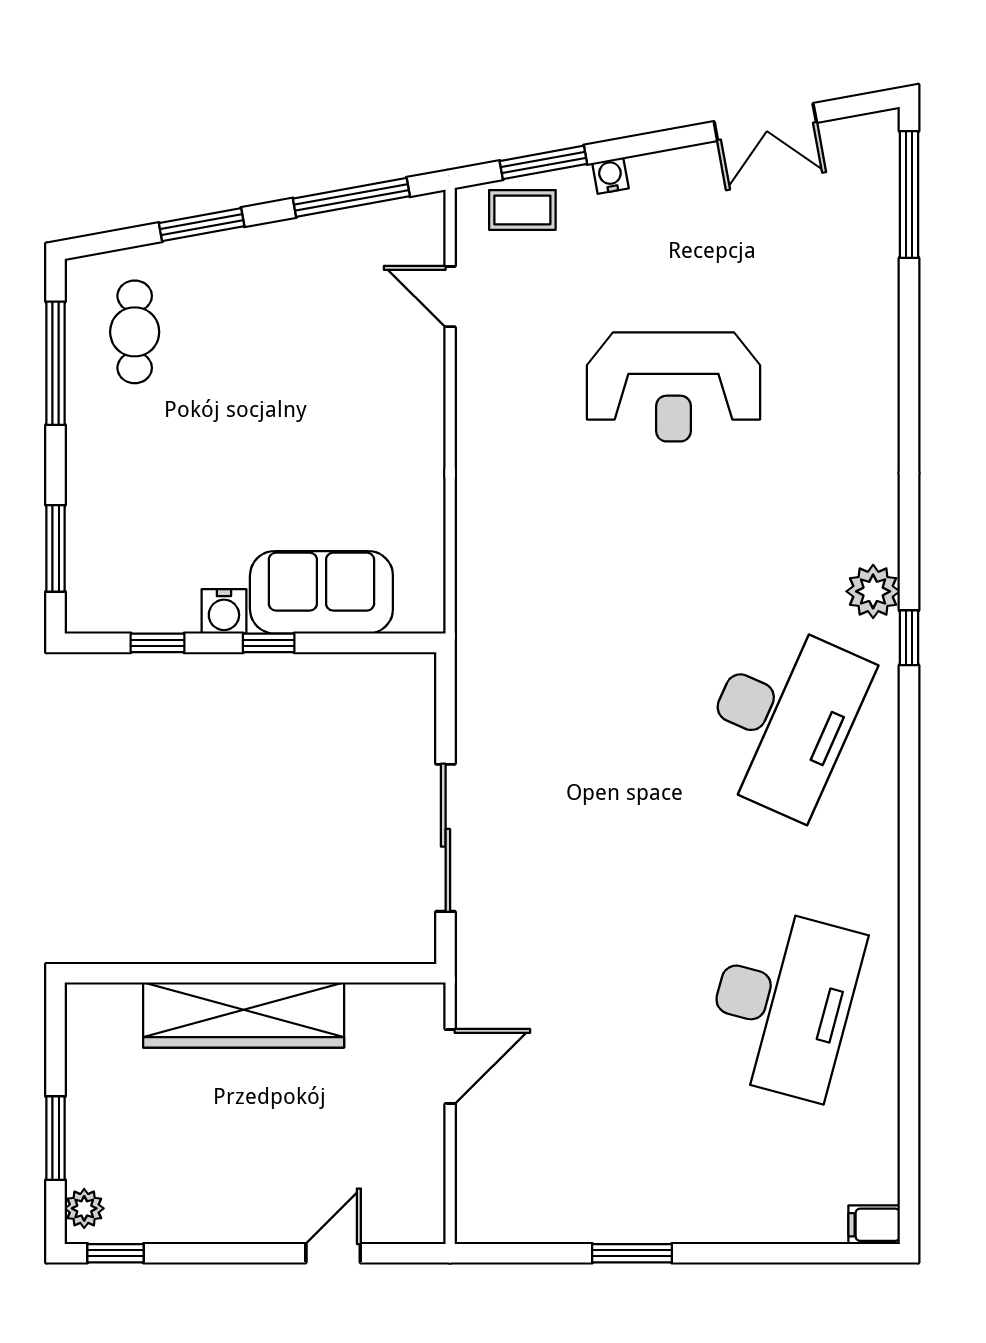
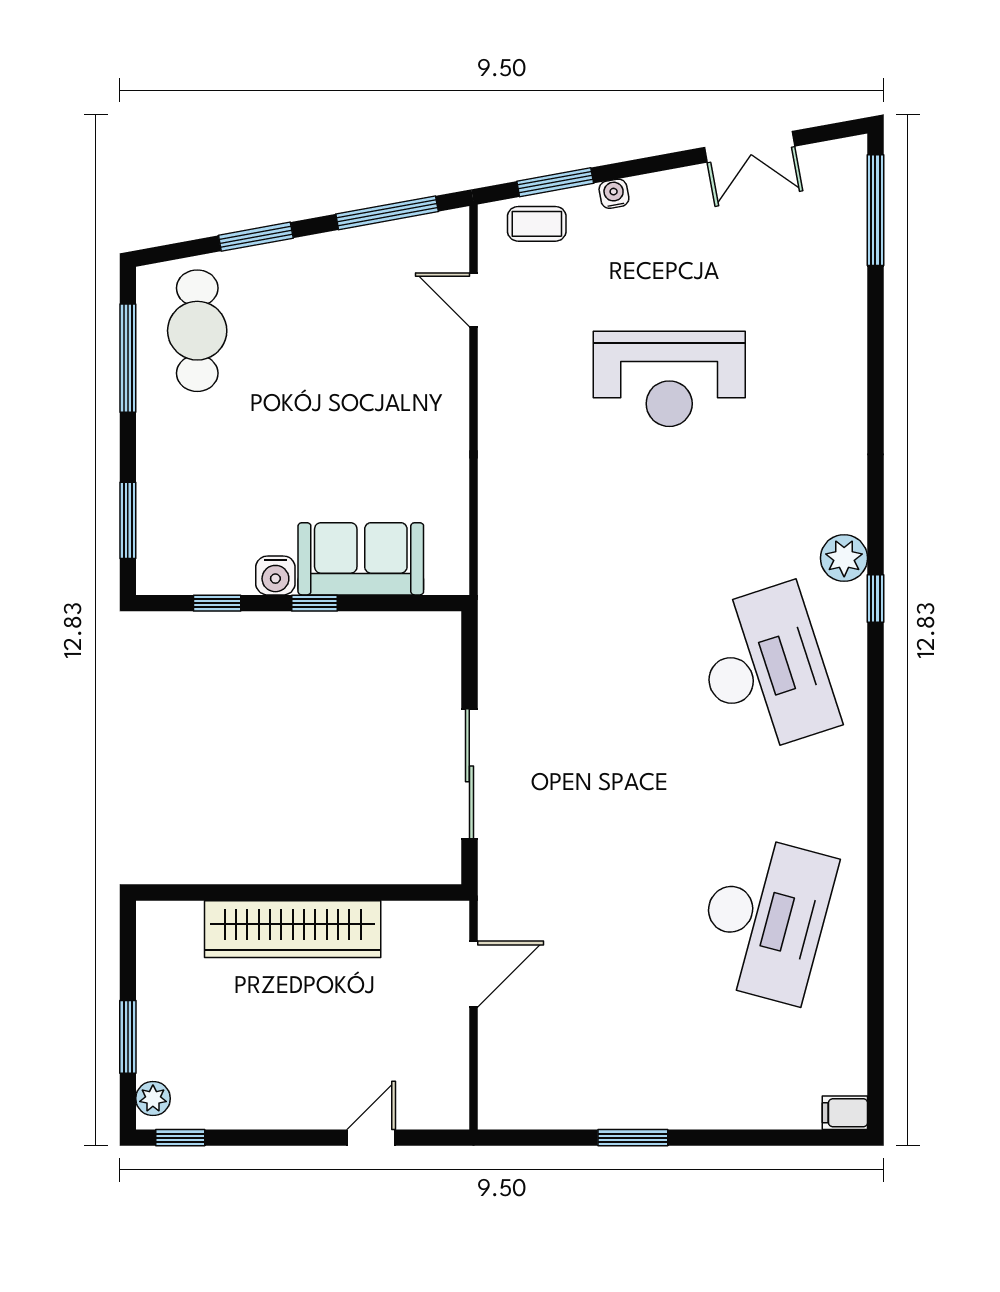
cafe table: (135, 332) -> (197, 331), width x1.37, depth x1.35
desk: (783, 719) -> (765, 669), turned -42

